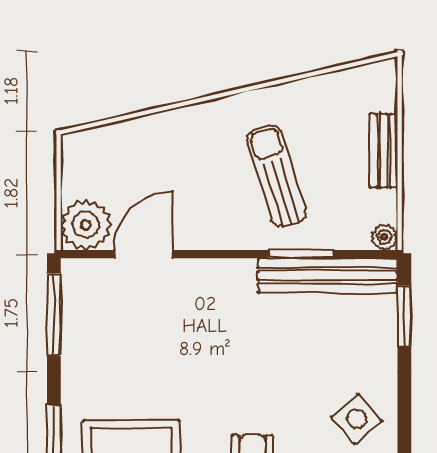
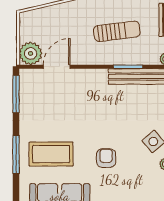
sun lounger: (276, 176) -> (117, 31), turned 100

